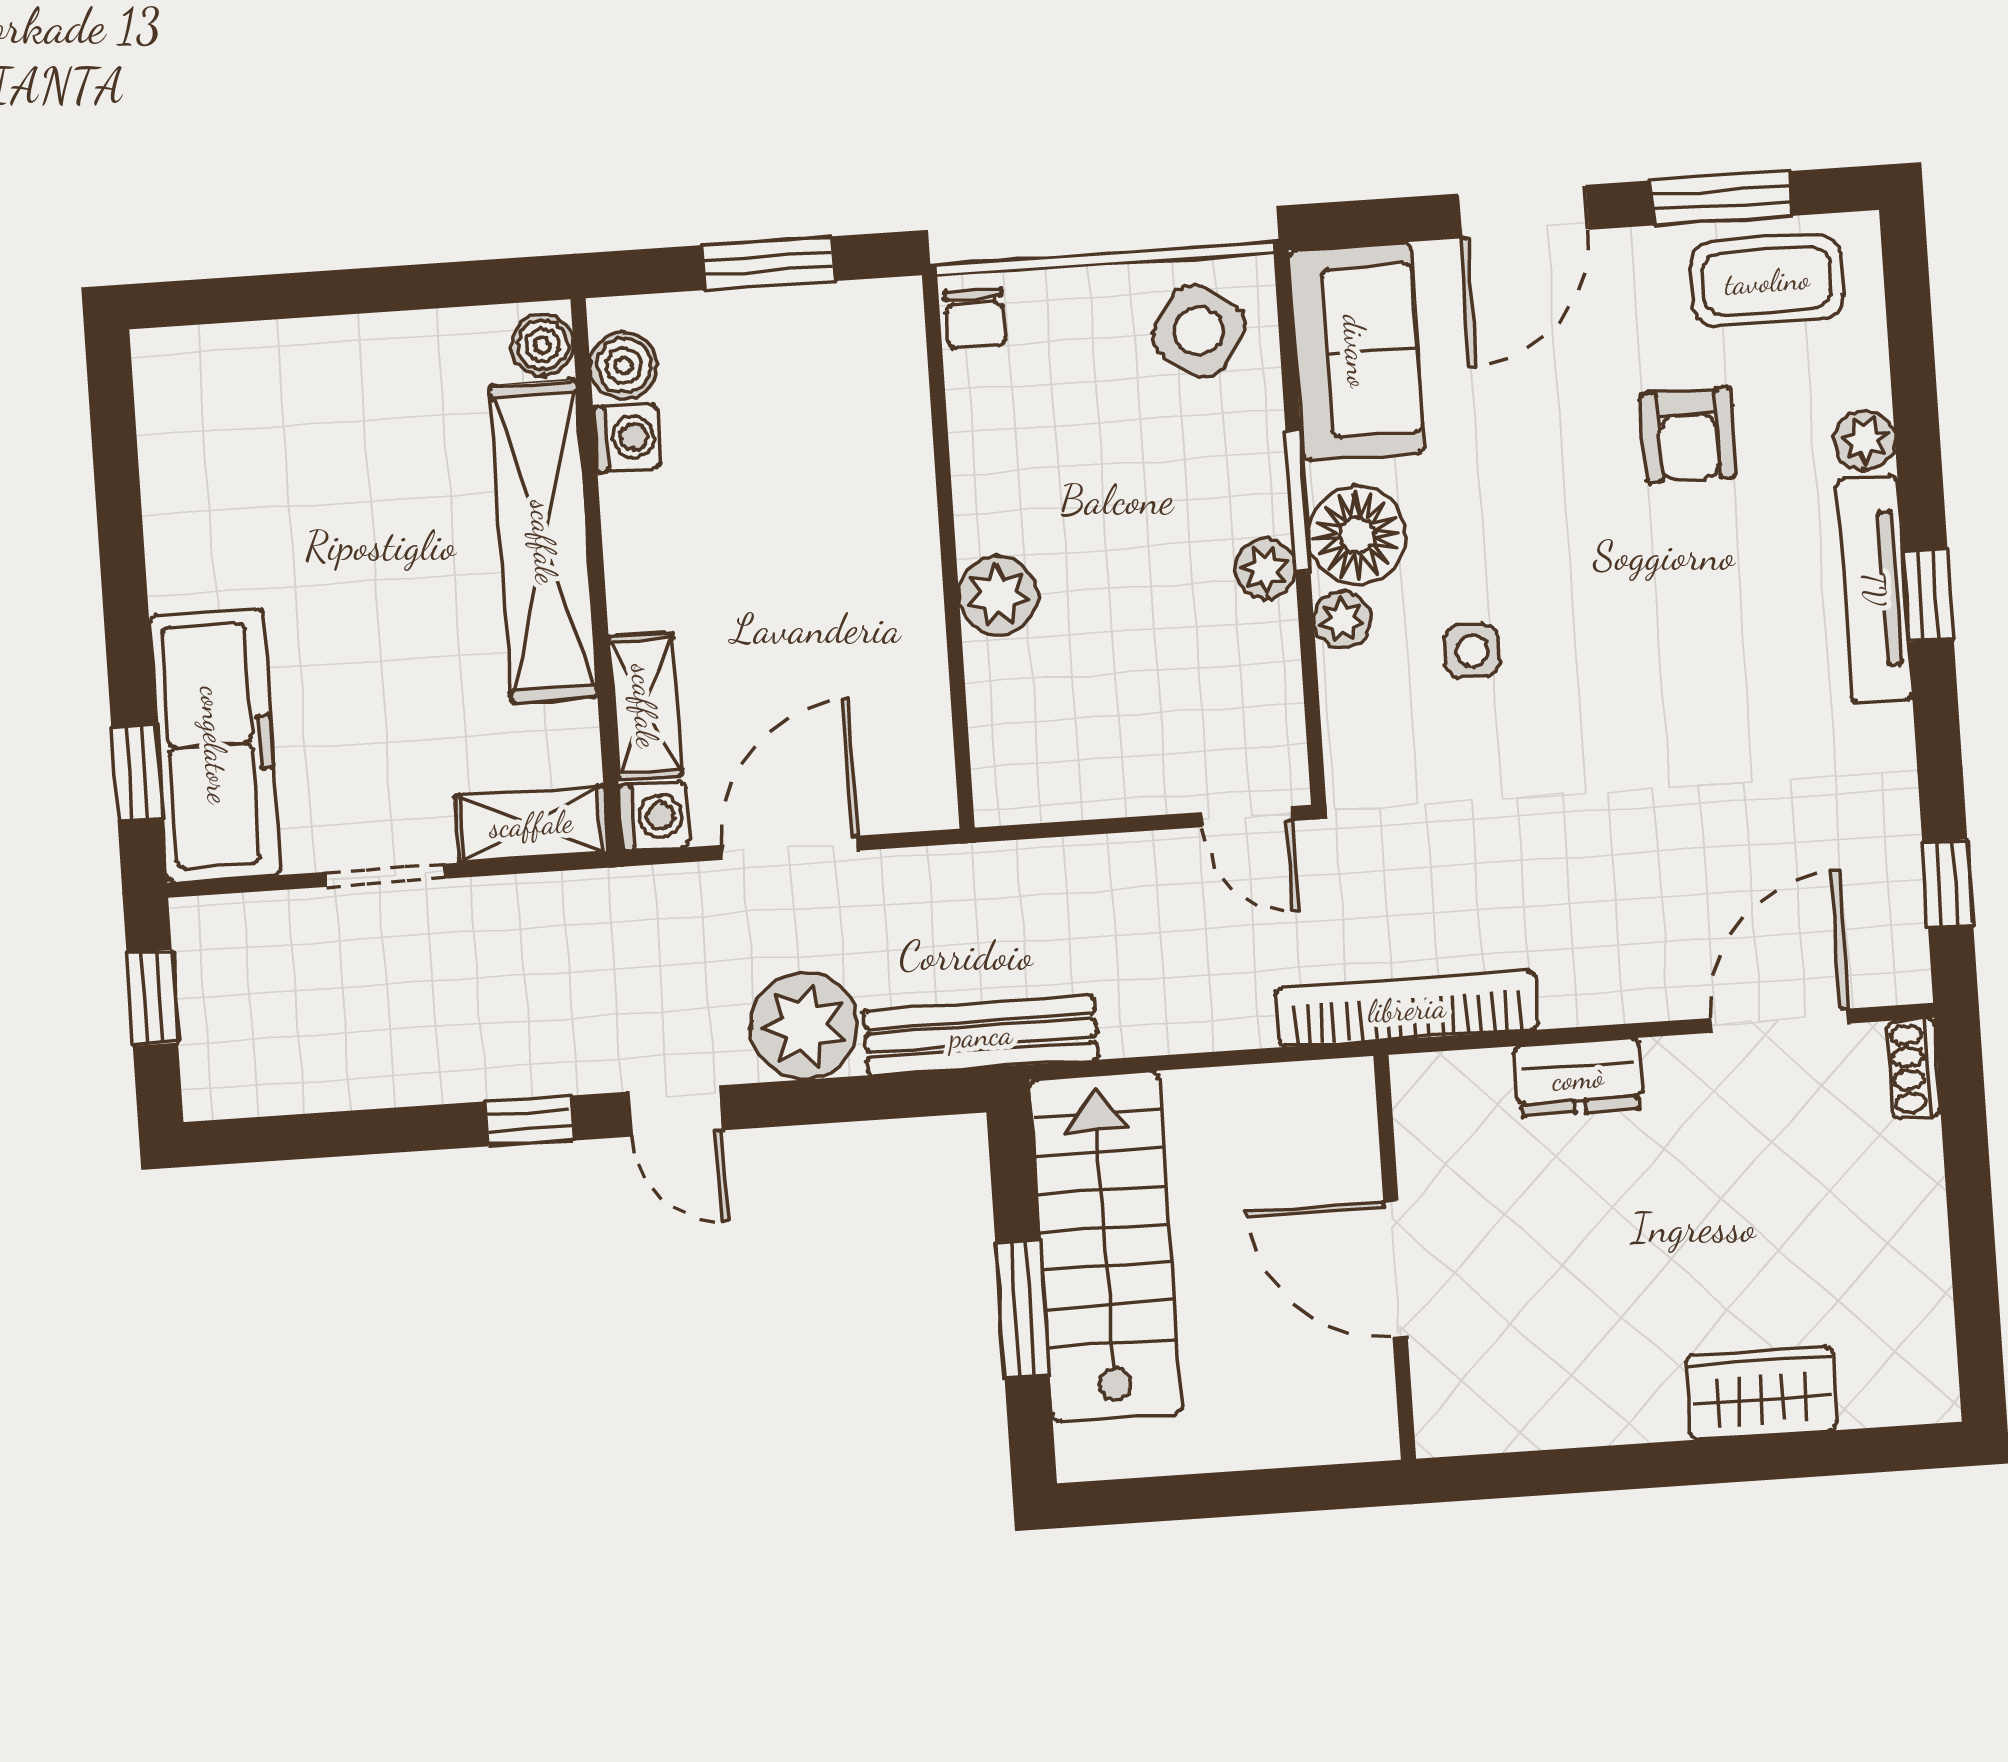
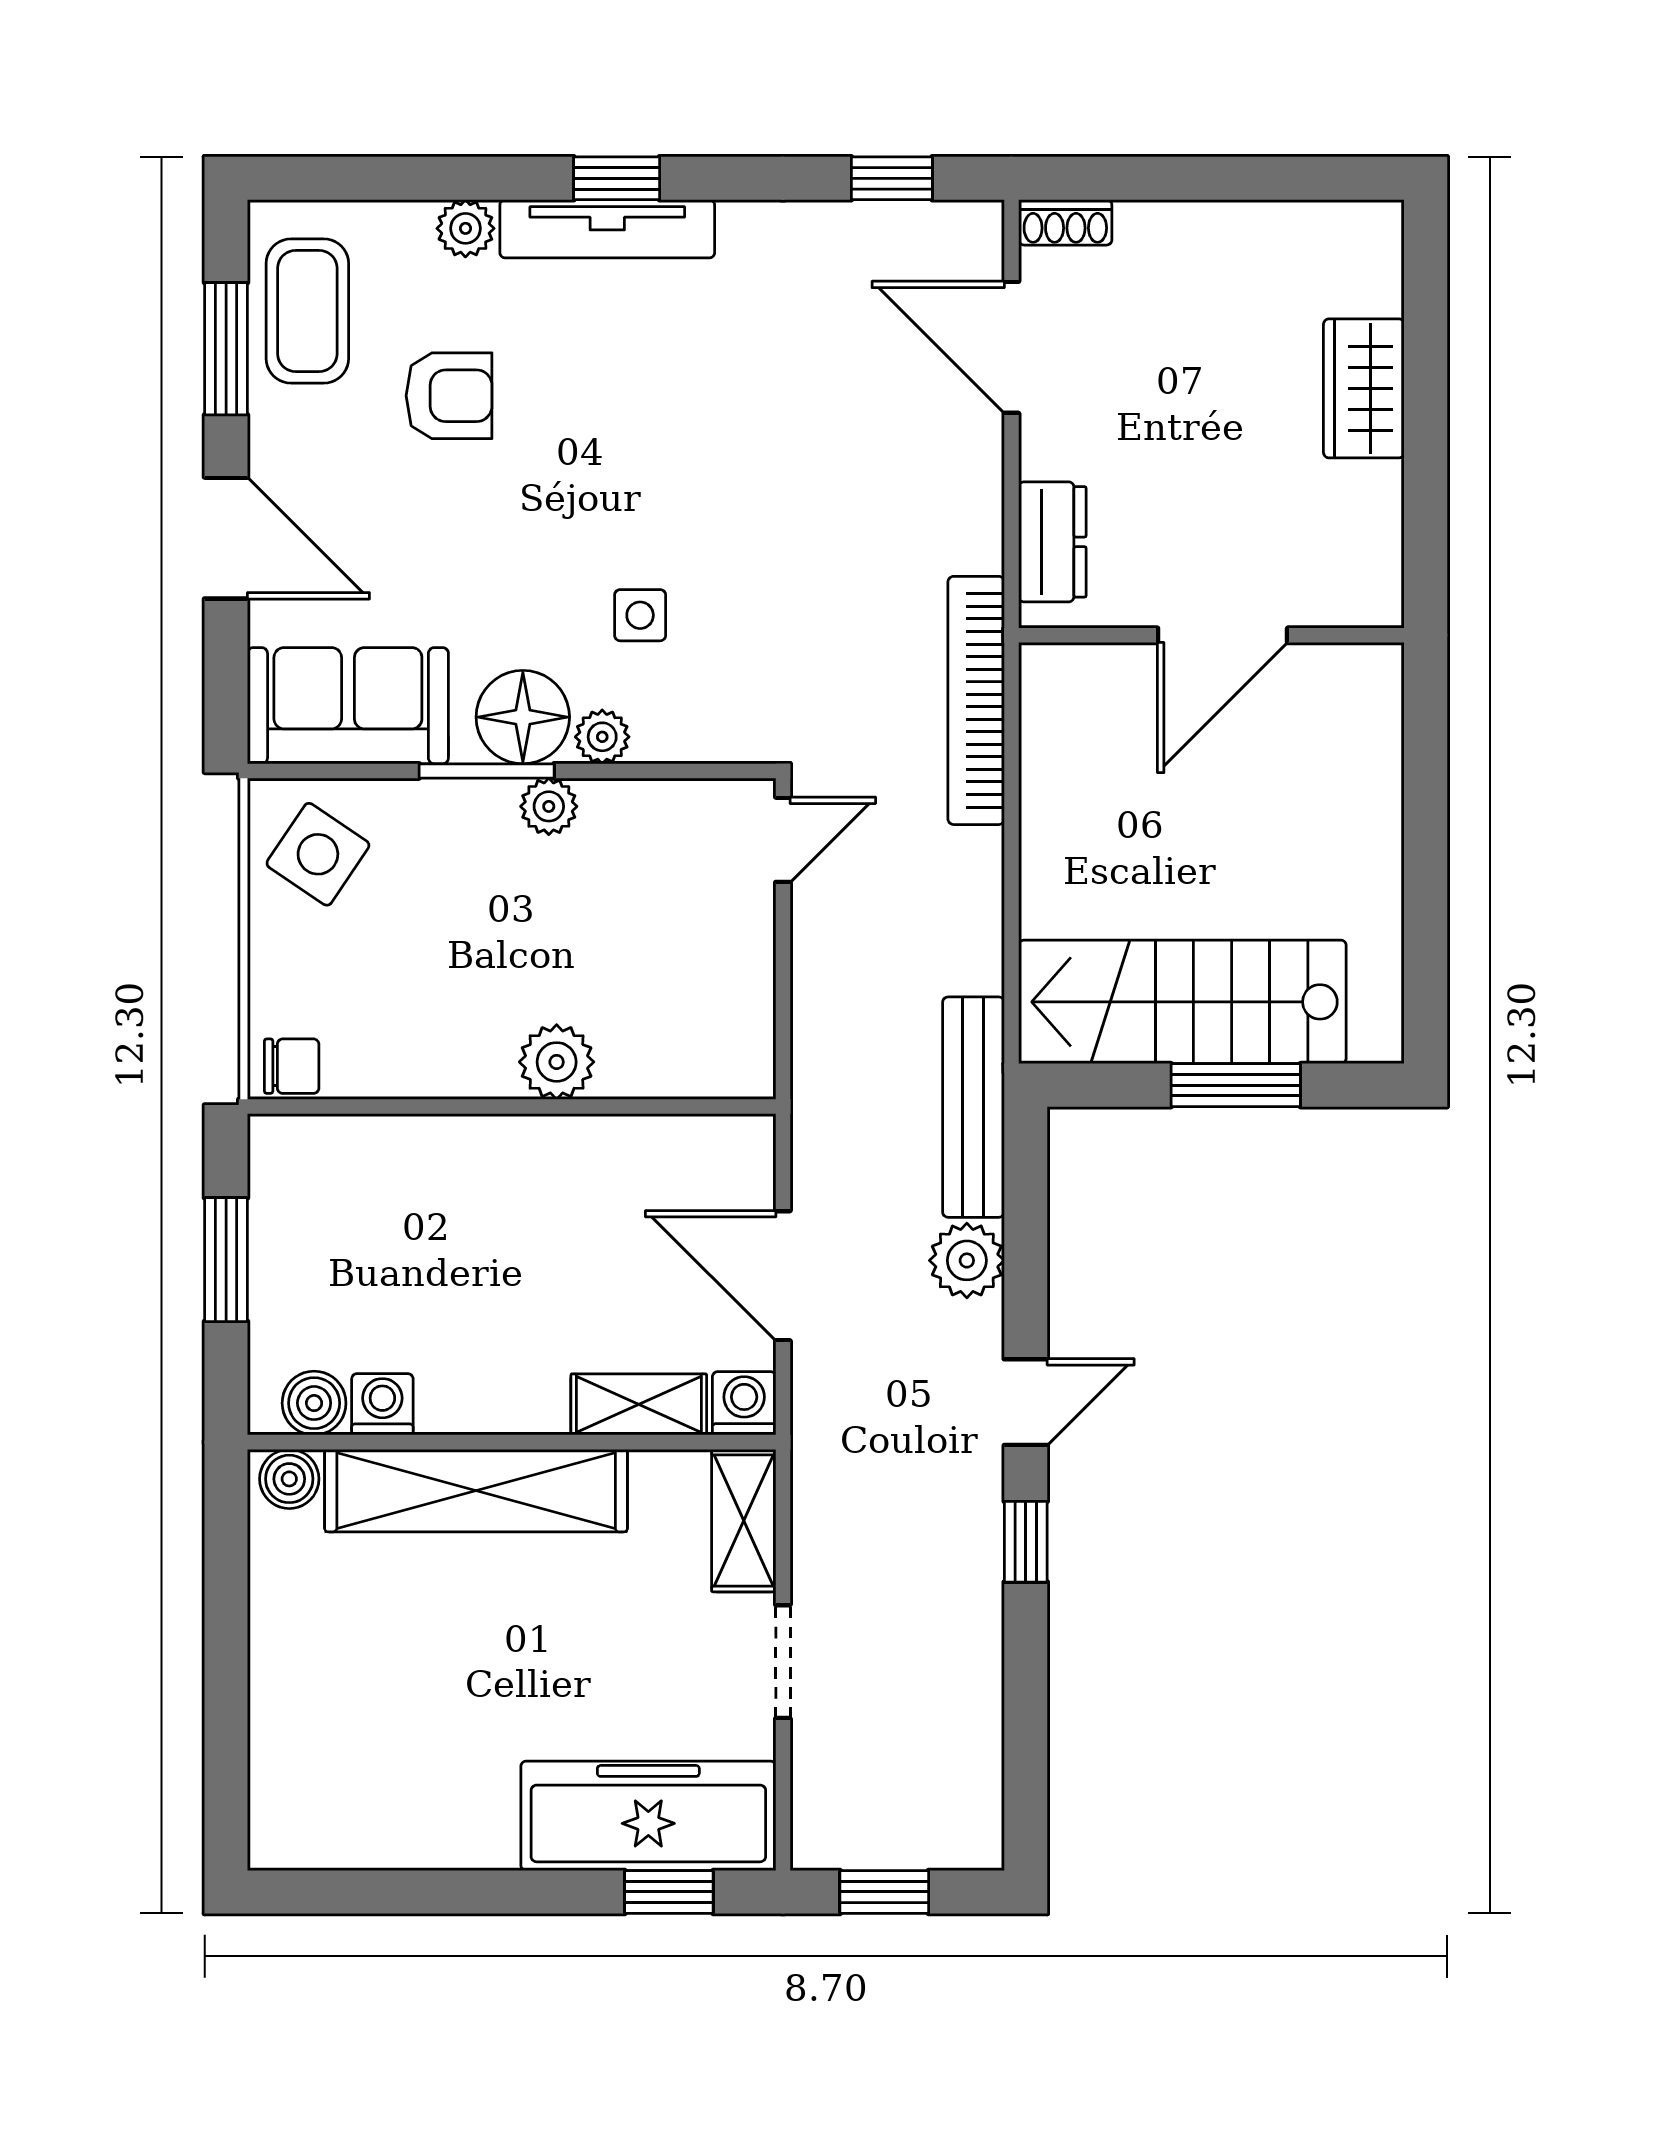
plant: (804, 1026) -> (967, 1260), width x0.73, depth x0.73
wall: (1395, 1257) -> (1211, 635), moved
door: (1395, 1269) -> (1223, 635), moved

